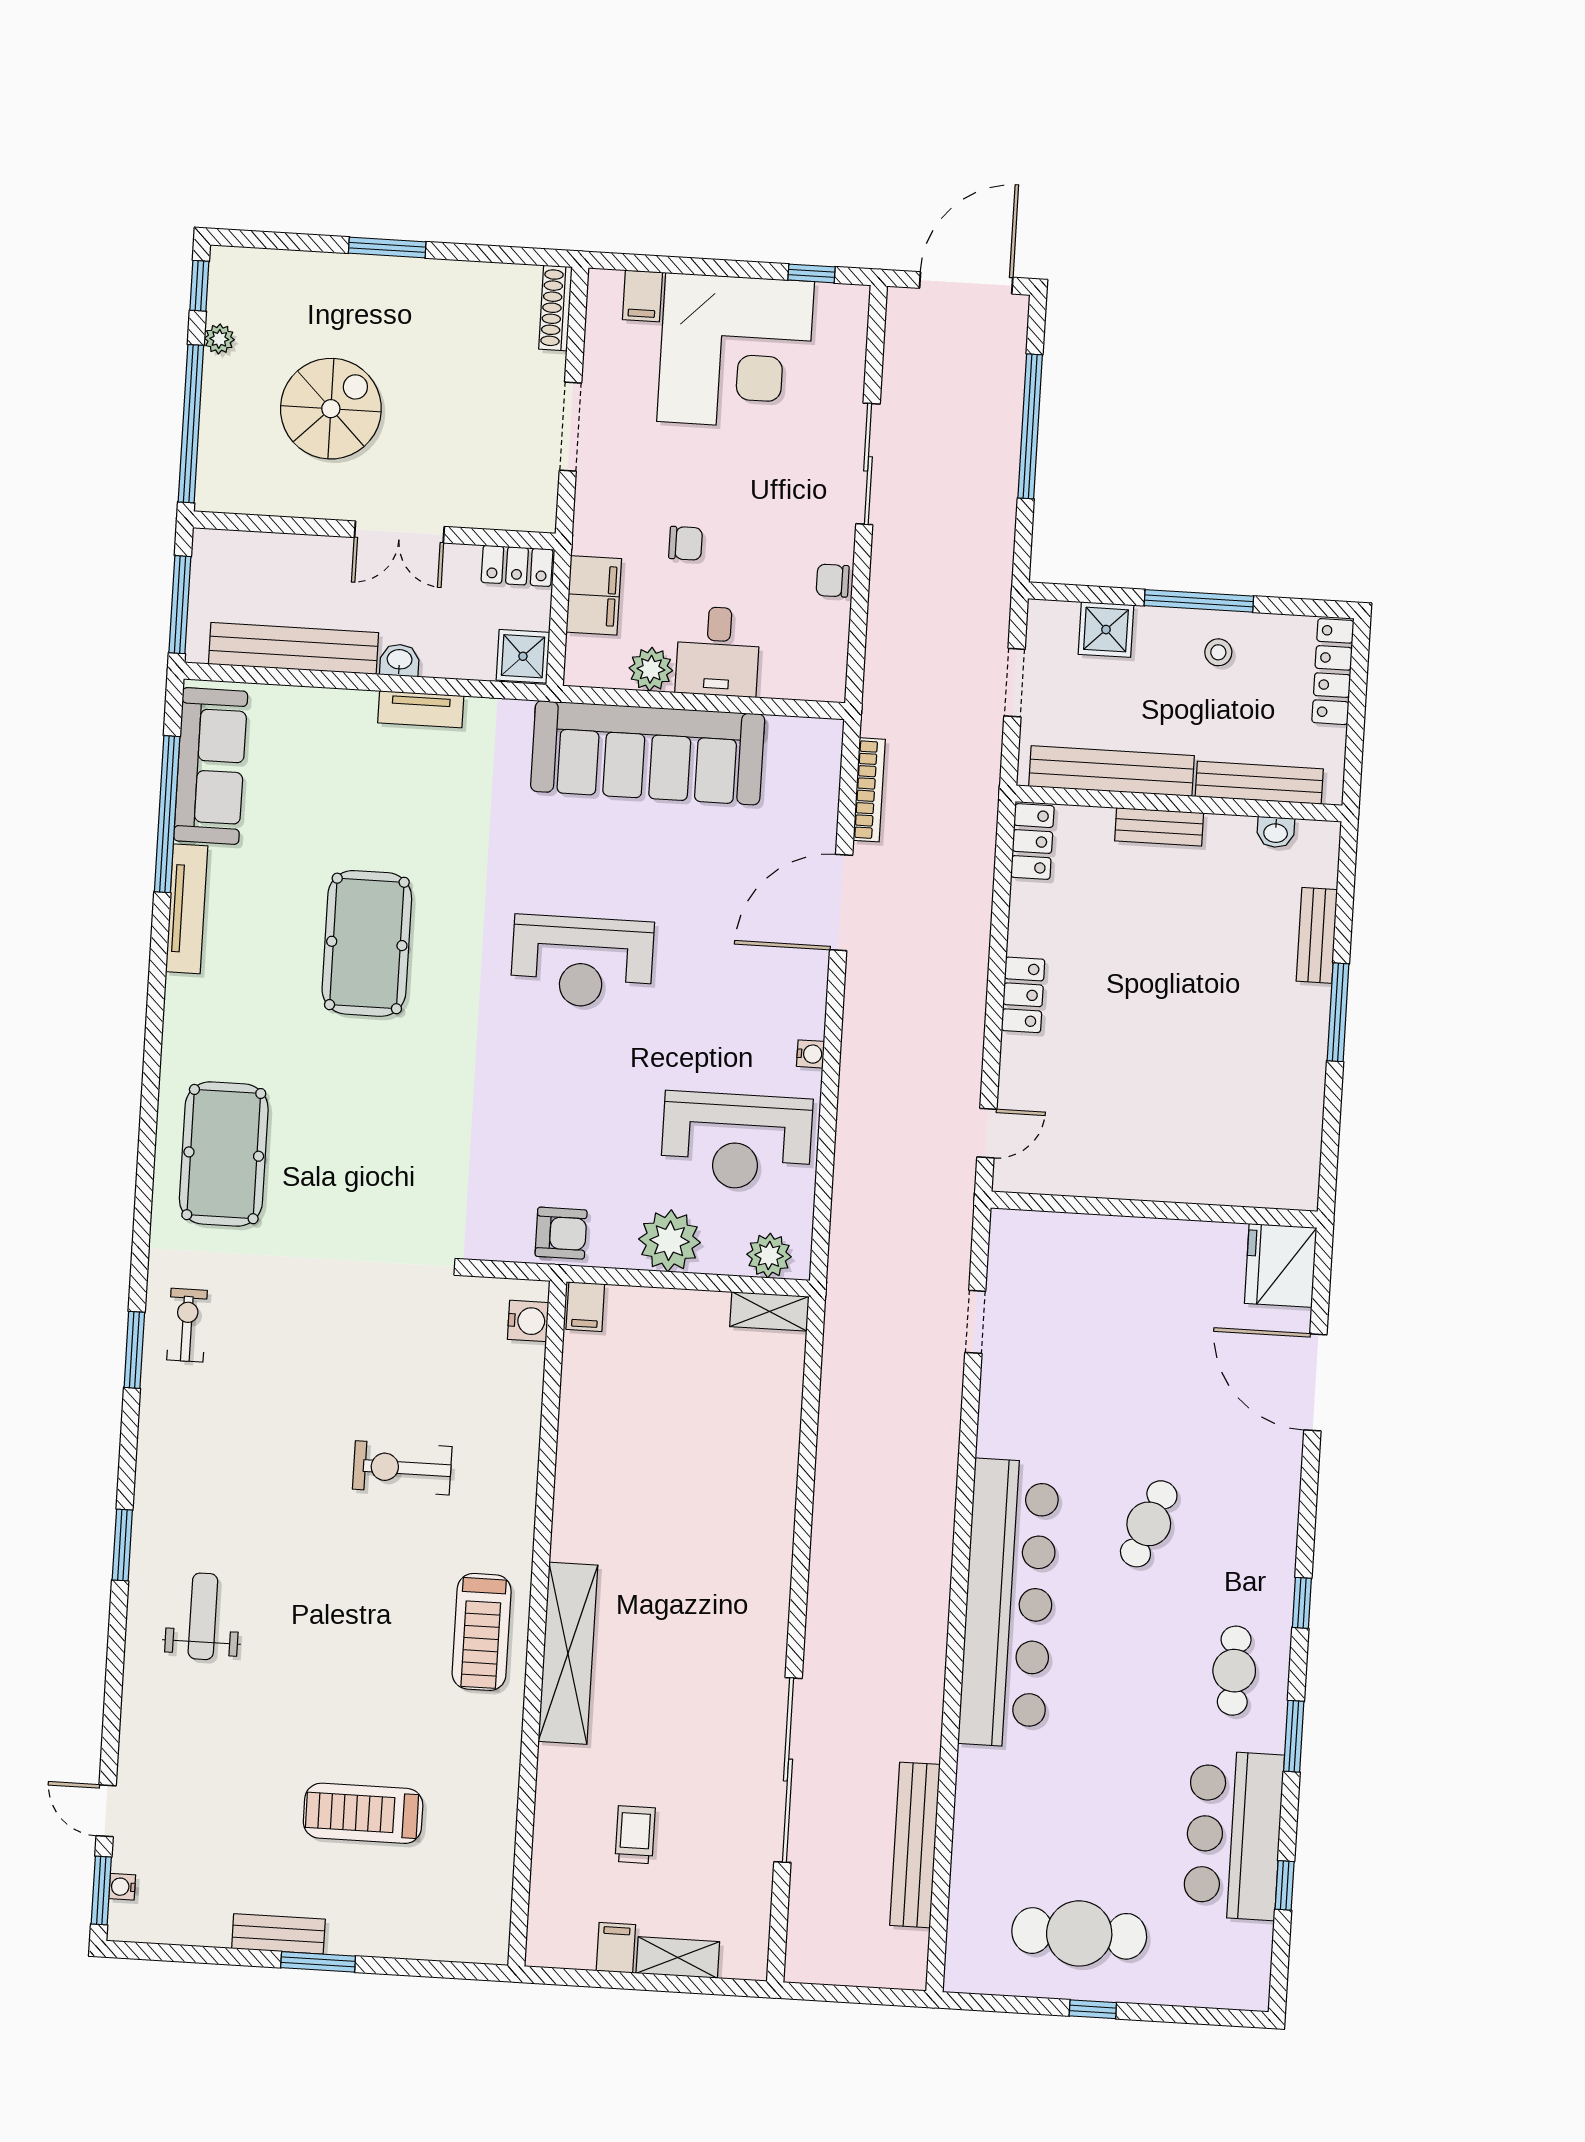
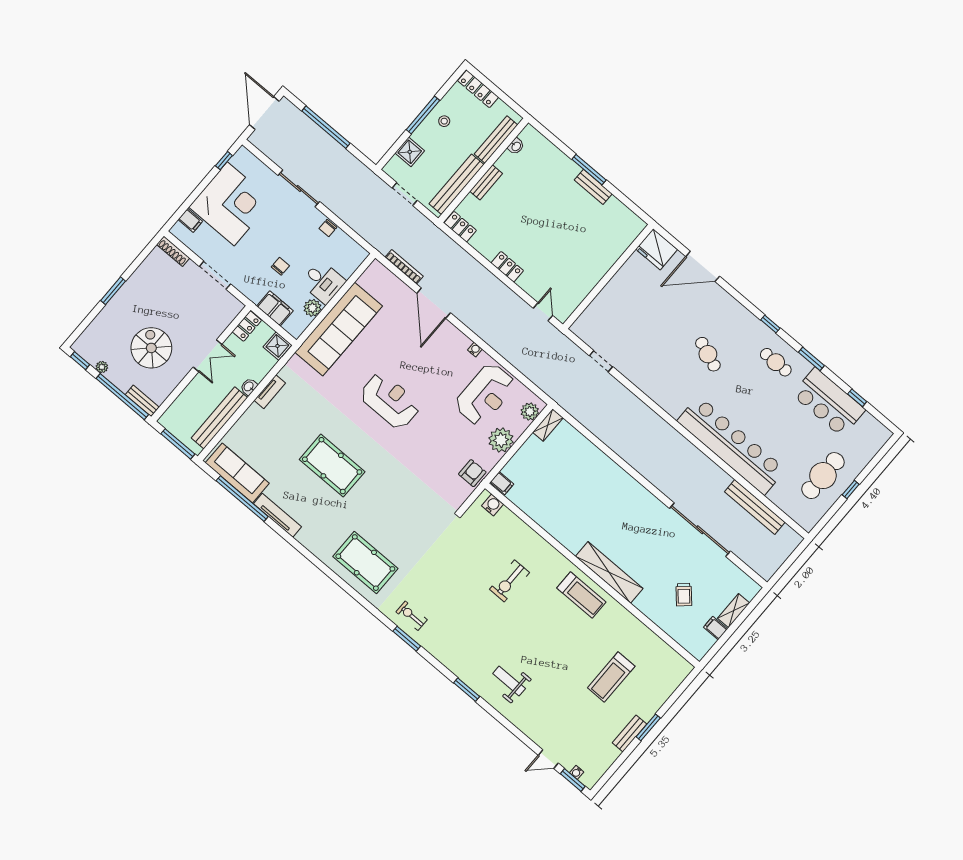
bench: (212, 469) -> (142, 401), added
bench: (1317, 935) -> (593, 187), moved
reception desk: (582, 962) -> (390, 401), turned -90
bar counter: (1009, 1603) -> (731, 445), moved
trolley: (635, 1835) -> (684, 595), turned -132

